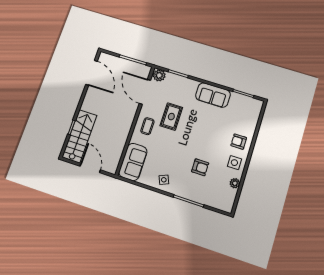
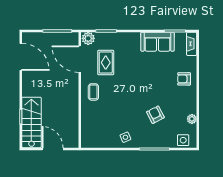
sofa: (213, 95) -> (158, 42), moved
fireplace: (256, 110) -> (192, 44), added
rug: (171, 117) -> (106, 63), moved
sofa: (133, 162) -> (91, 130), removed
side table: (234, 163) -> (183, 140), moved
armchair: (200, 167) -> (155, 115), turned -117

